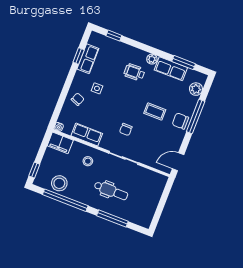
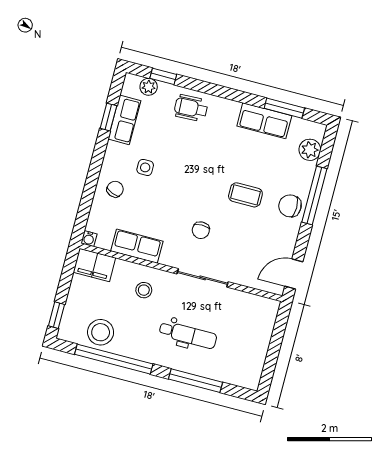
plant: (152, 59) -> (149, 87), moved
wheelchair: (134, 72) -> (191, 108), moved

